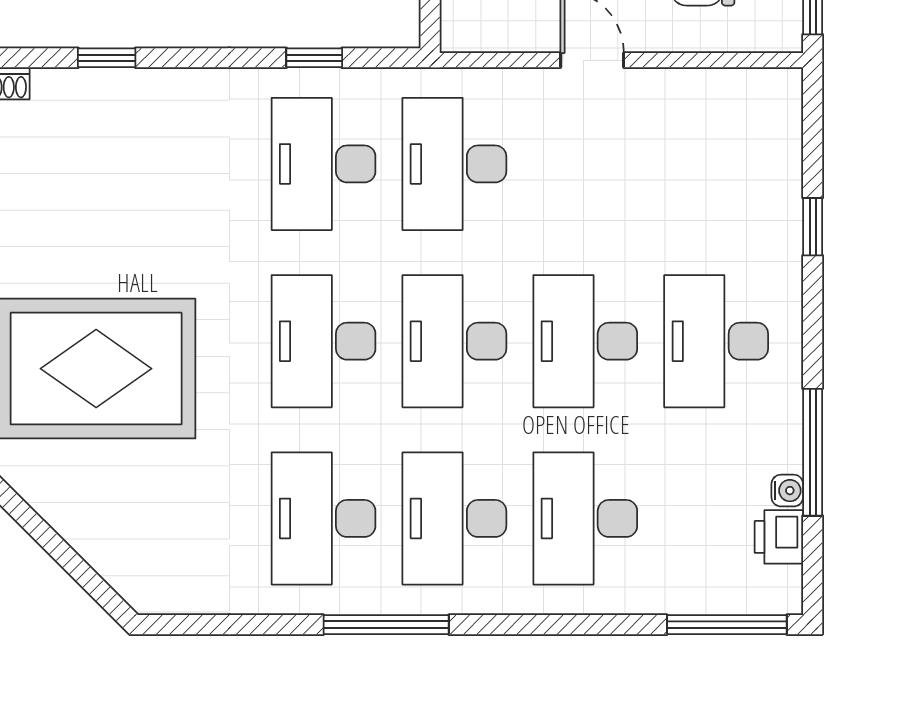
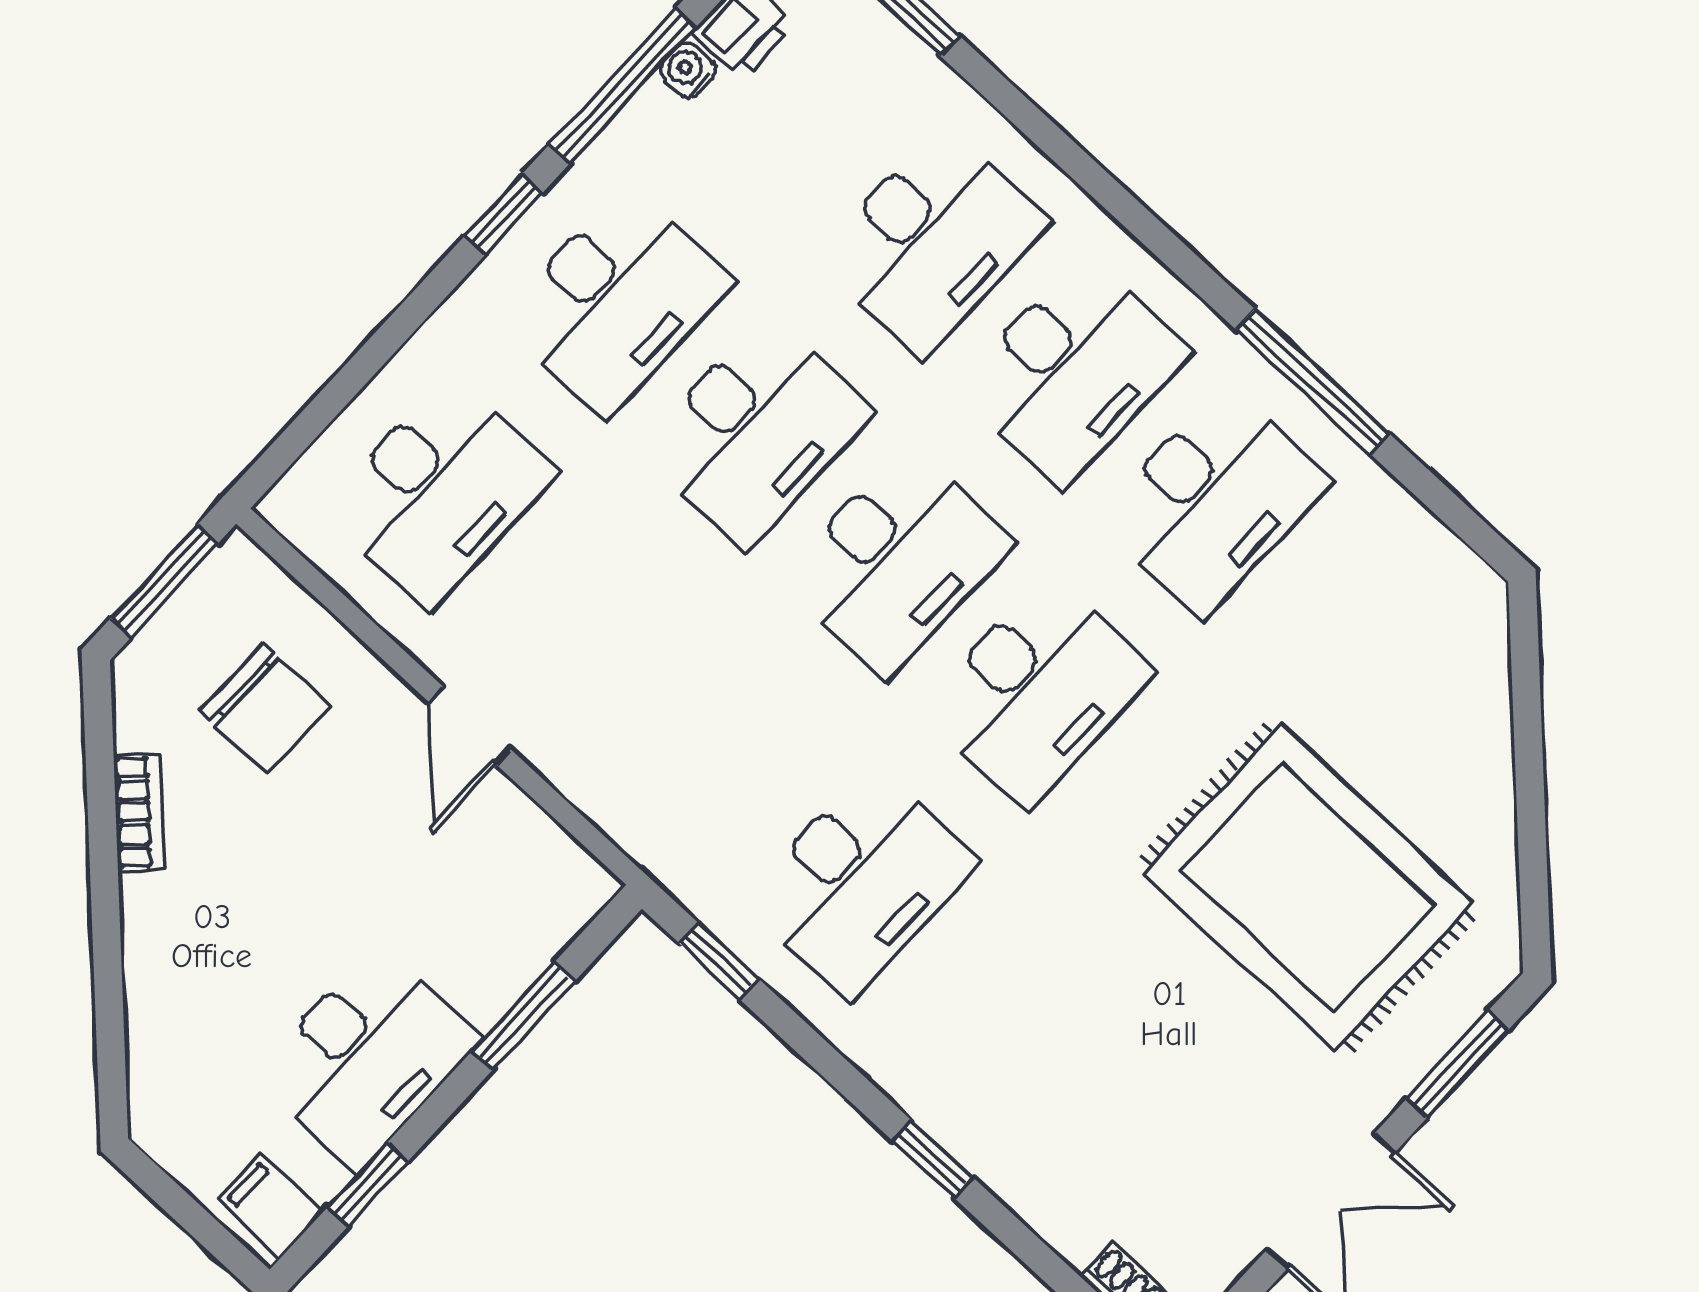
window: (107, 58) -> (933, 1160), moved
window: (314, 58) -> (719, 961), moved
desk: (454, 164) -> (440, 491), moved
window: (813, 227) -> (504, 214), moved
window: (386, 625) -> (1312, 381), moved

